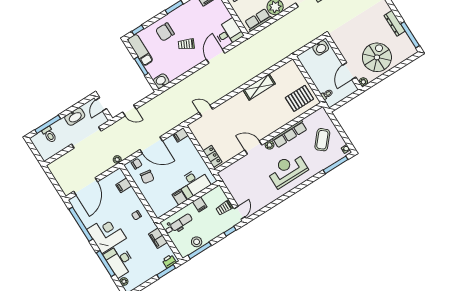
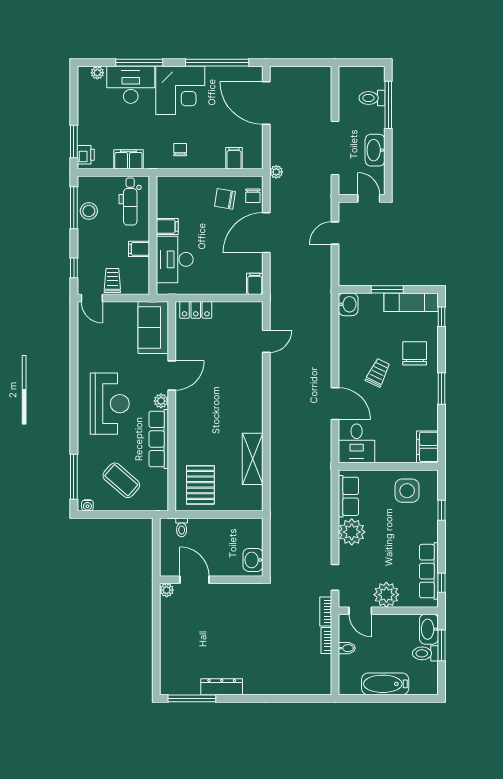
spiral stairs: (377, 57) -> (189, 631), removed
shelving: (259, 87) -> (253, 459), moved
sofa: (235, 172) -> (153, 328), added

